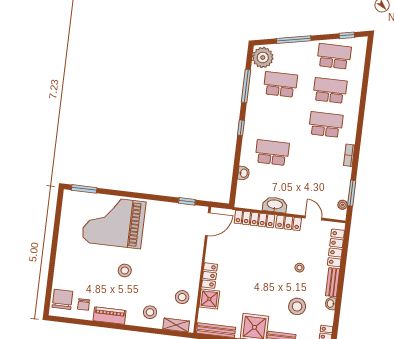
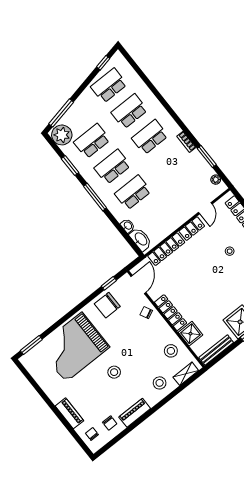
window: (294, 40) -> (61, 113), moved
window: (246, 86) -> (70, 166), width x0.69
school desk: (276, 119) -> (112, 167), added
window: (241, 128) -> (95, 197), width x2.17
window: (352, 193) -> (207, 157), moved
washbasin: (275, 205) -> (141, 239), moved, turned 90
chair: (170, 216) -> (107, 305), added
door: (314, 218) -> (205, 208), swing flipped
chair: (193, 251) -> (146, 313), added
piano: (61, 267) -> (69, 413), added
locker: (210, 276) -> (171, 313), width x1.53
chair: (62, 299) -> (92, 434), width x0.54, depth x0.54

